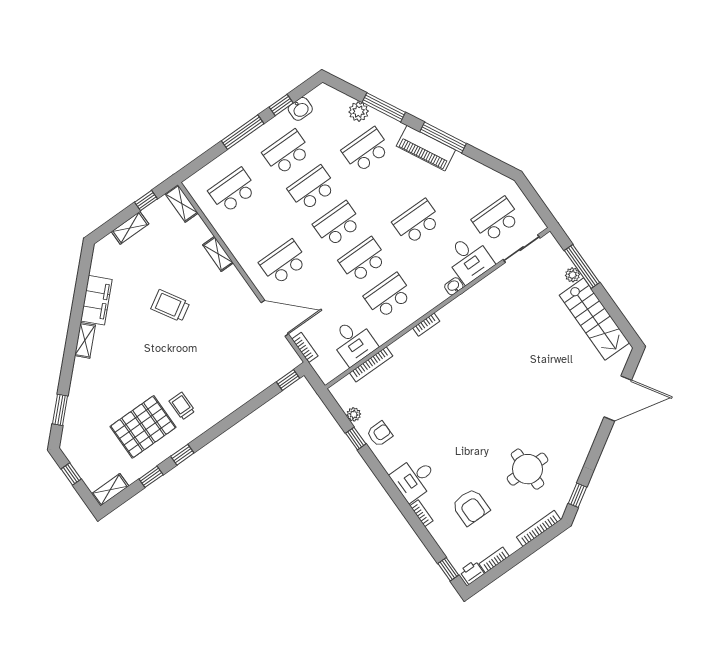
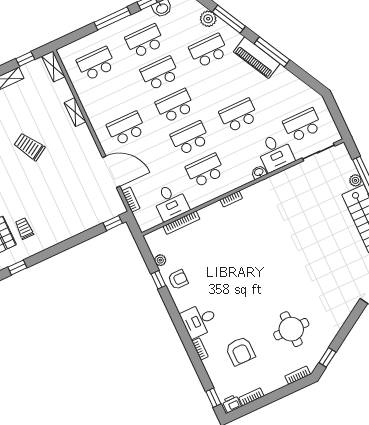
bookcase: (539, 528) -> (298, 375), width x0.64

